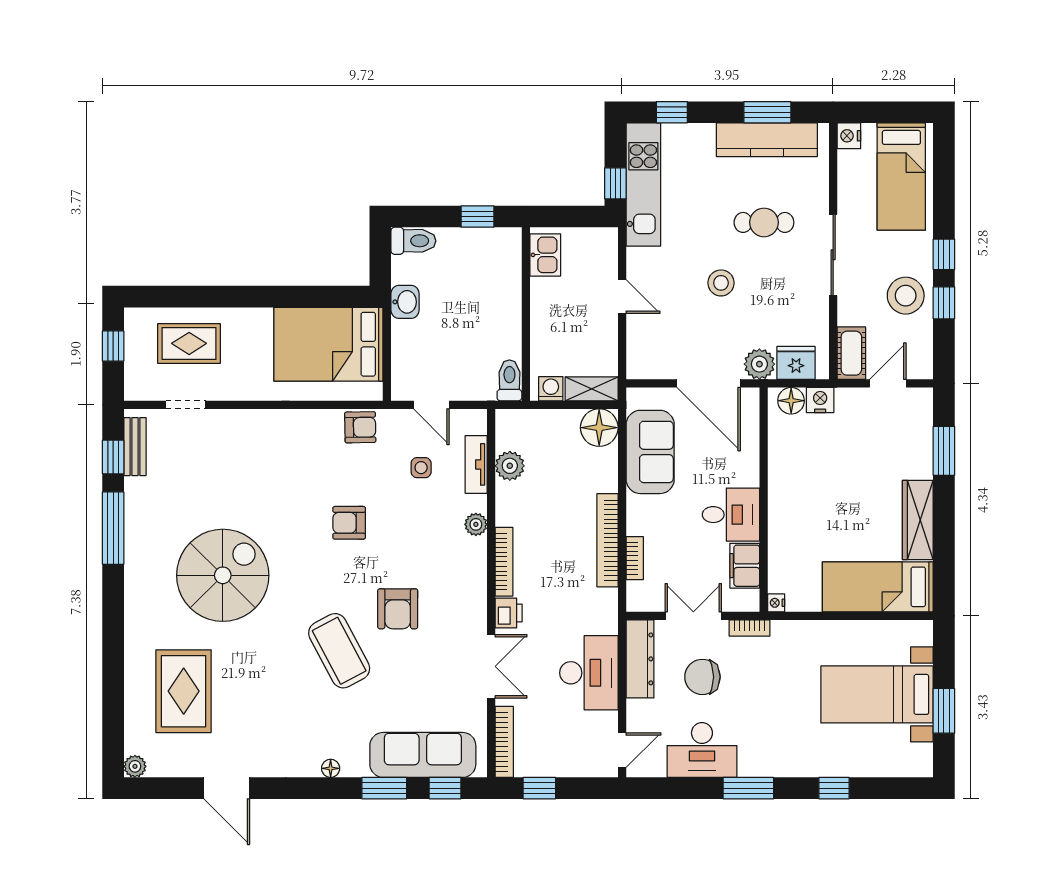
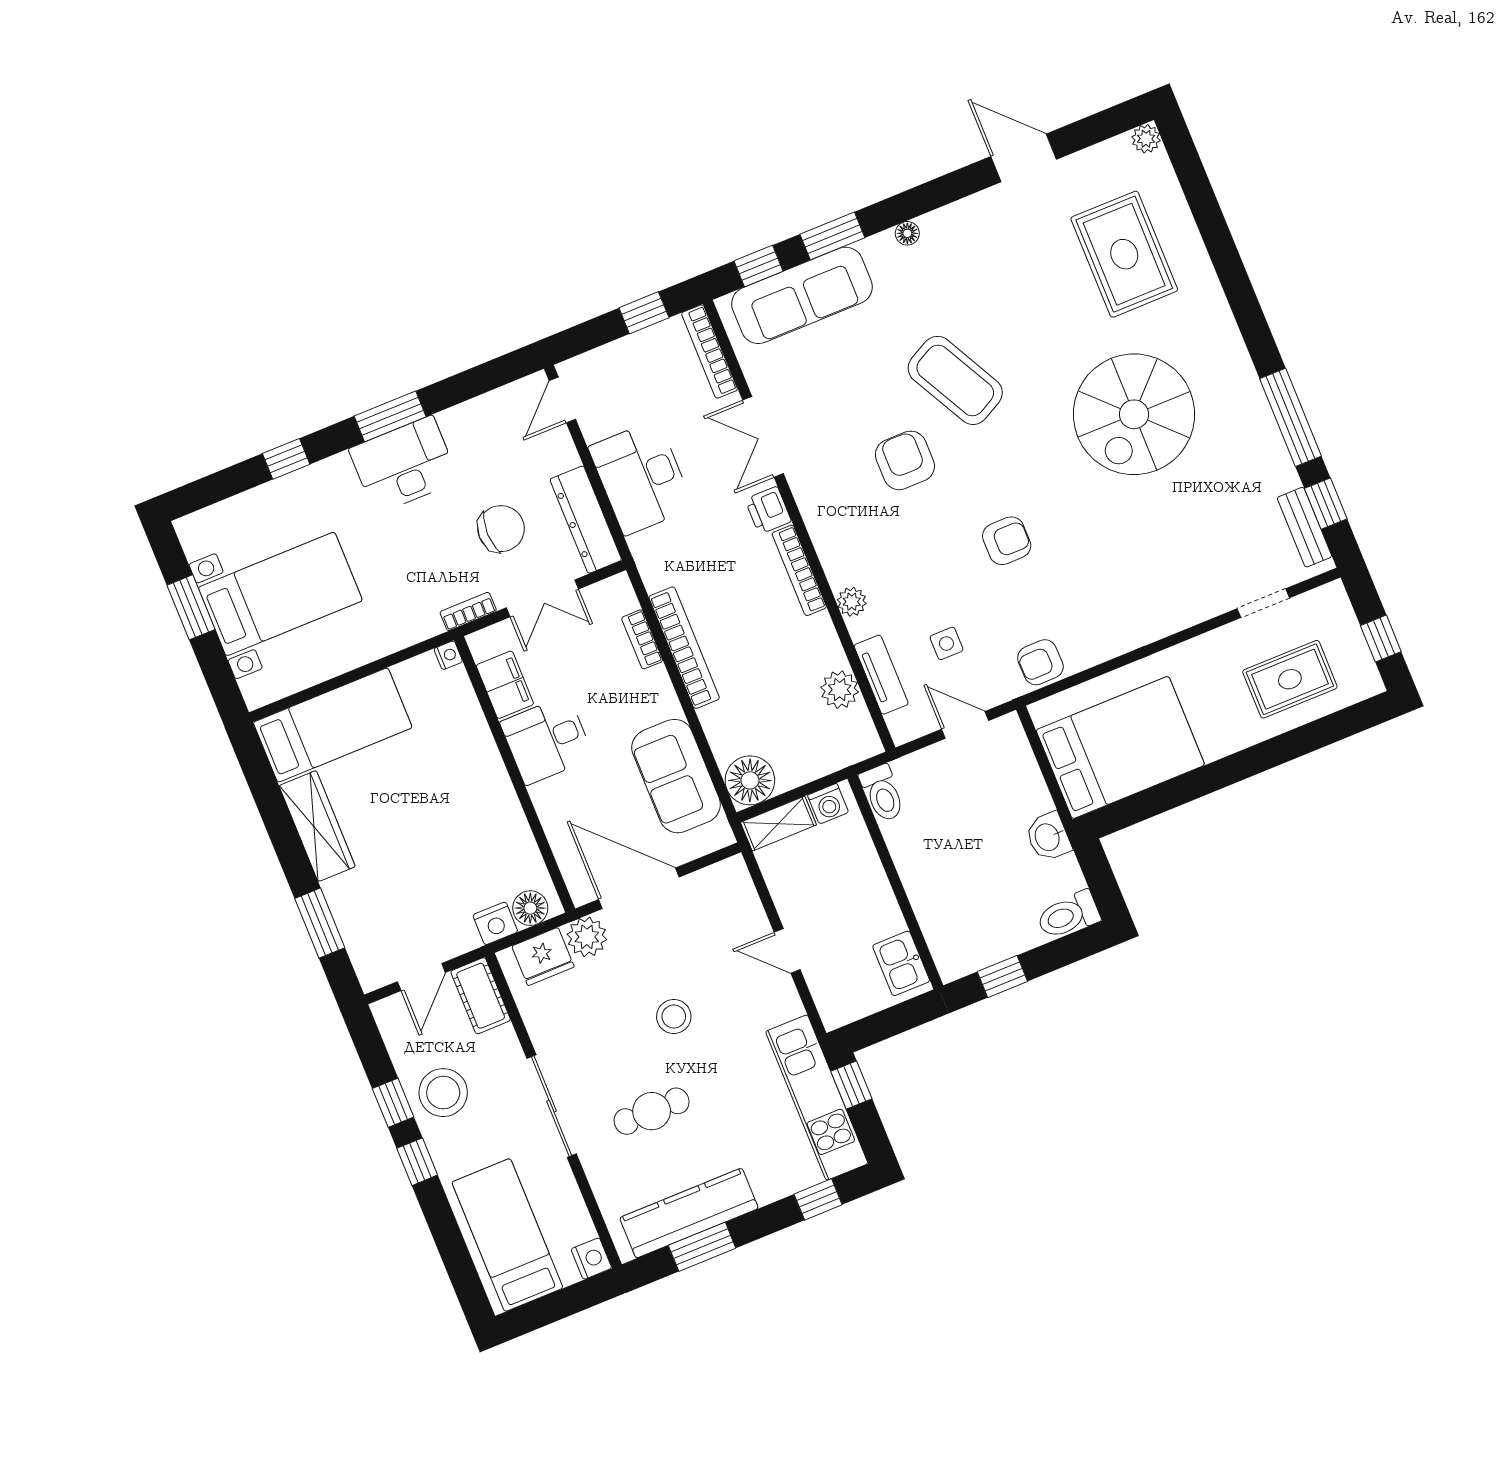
desk: (702, 750) -> (404, 465), moved

